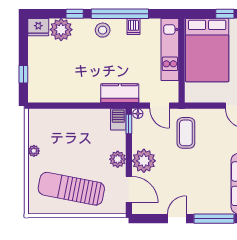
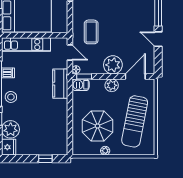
door: (160, 106) -> (70, 53), hinge flipped
coffee table: (186, 133) -> (91, 32), turned 90
parasol: (65, 141) -> (98, 126), added

